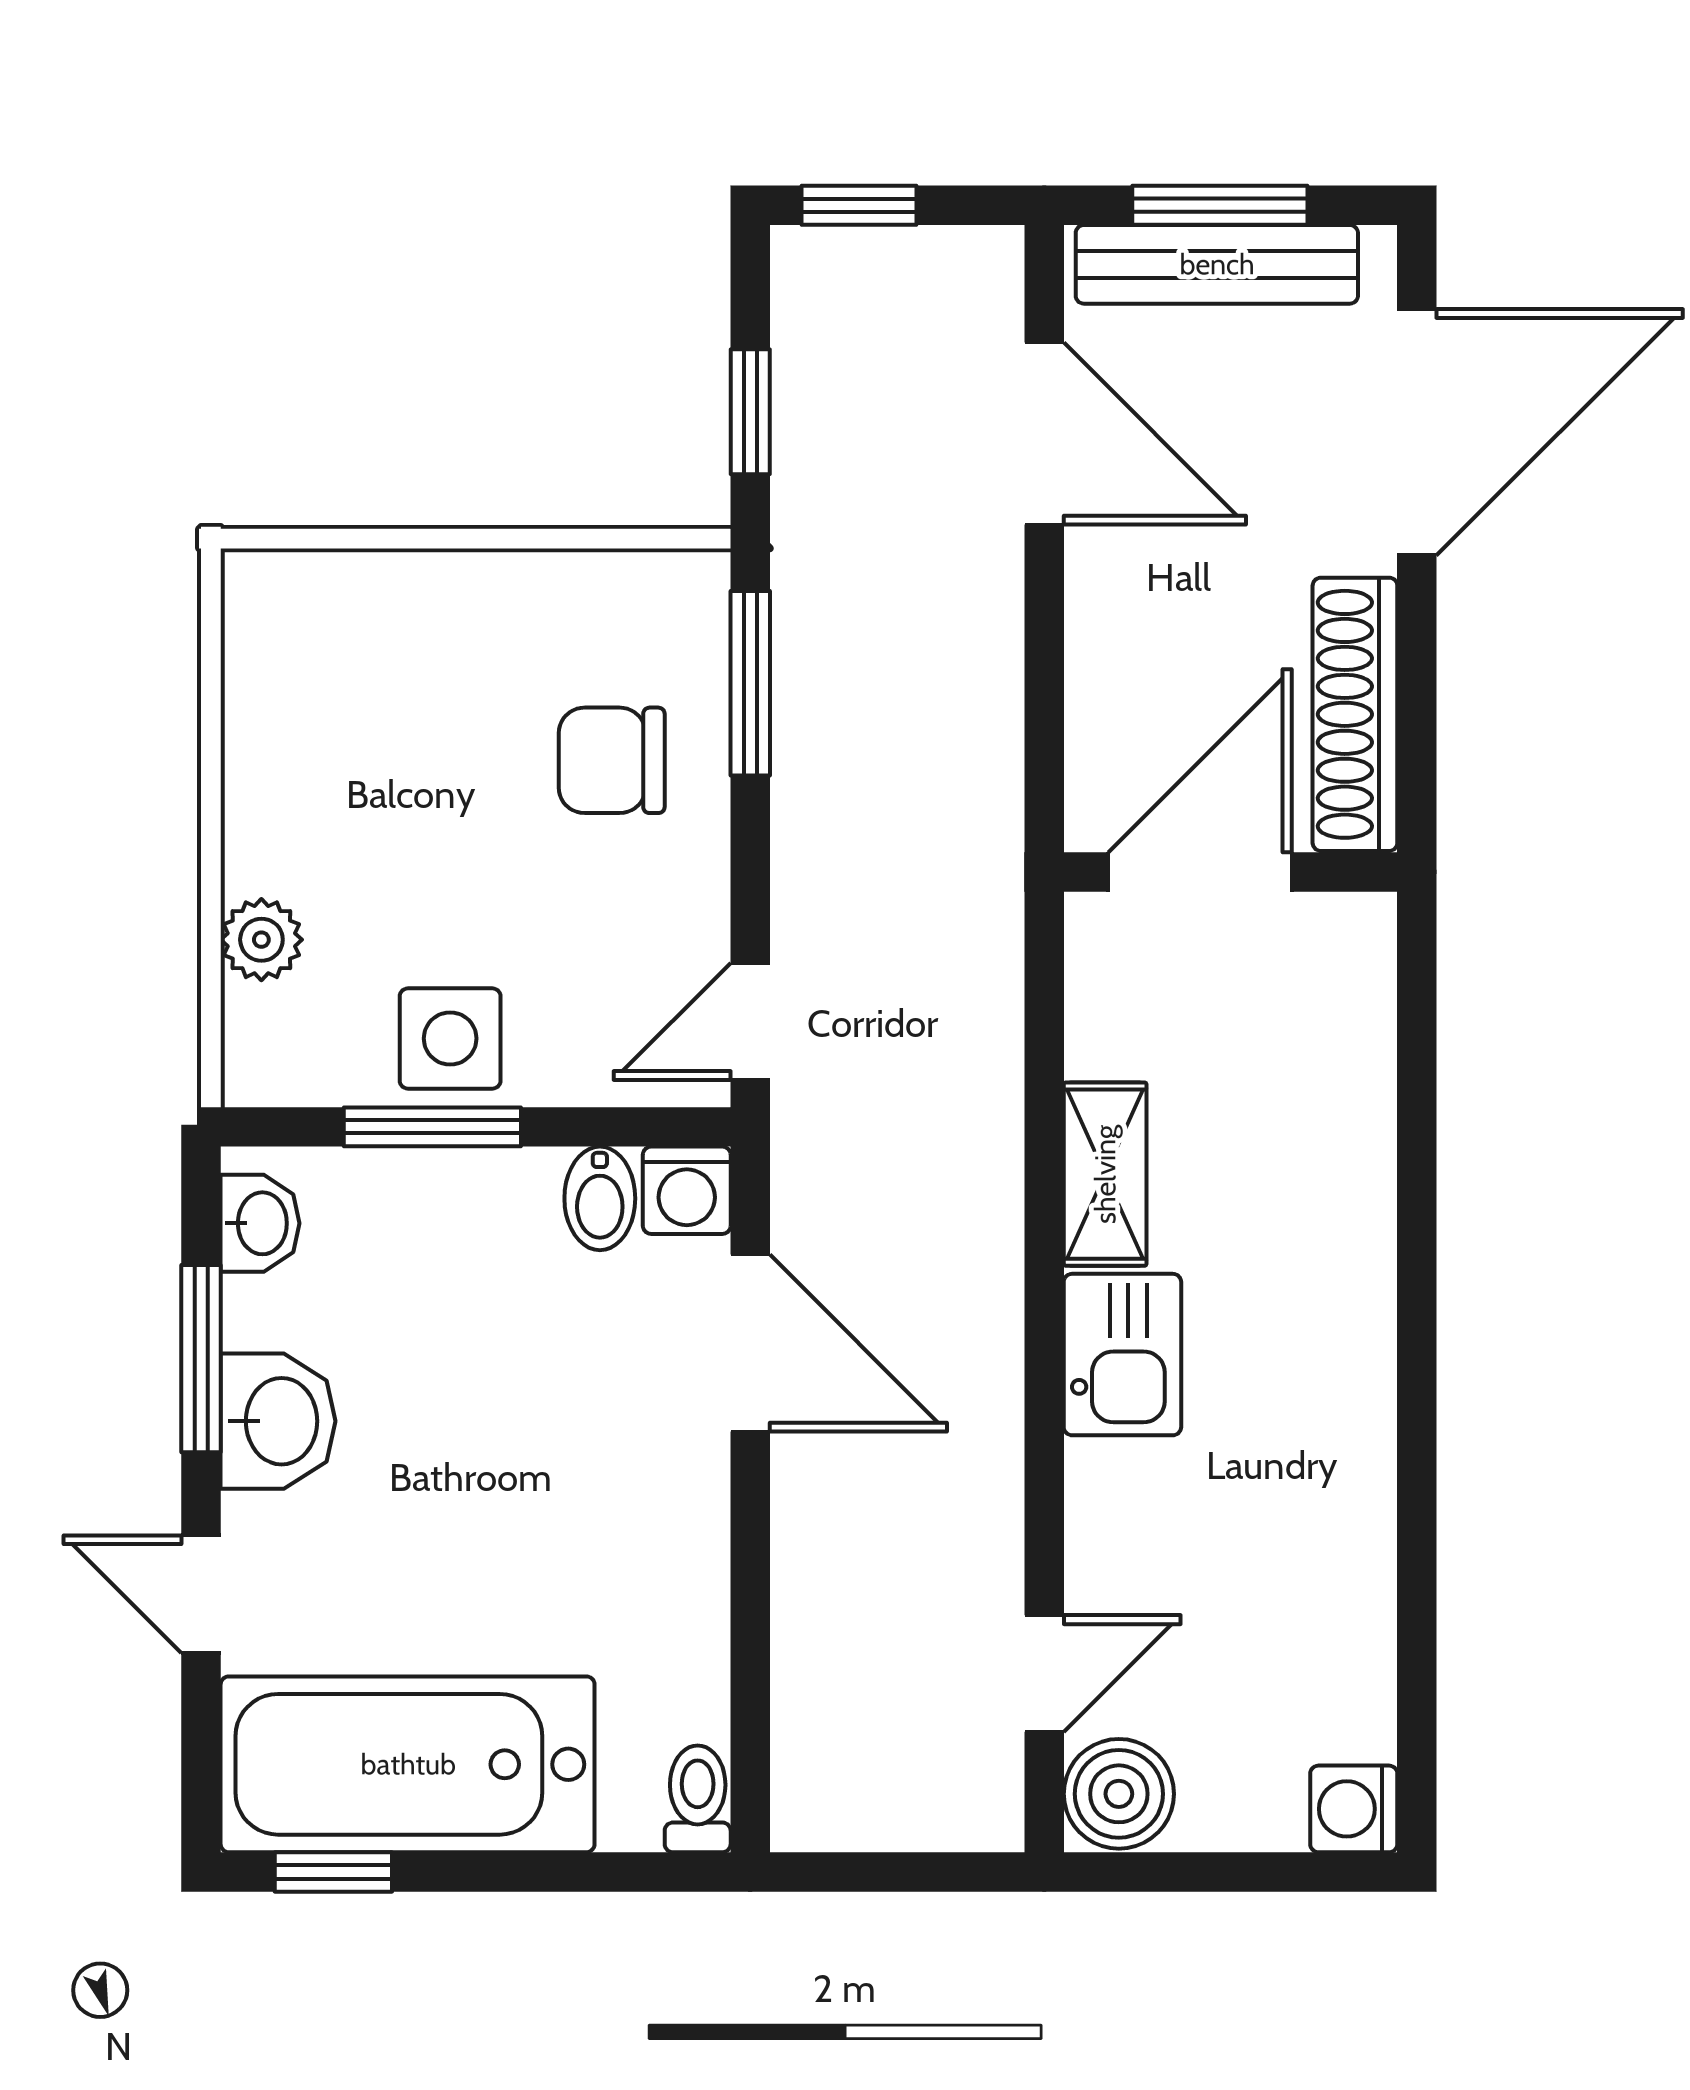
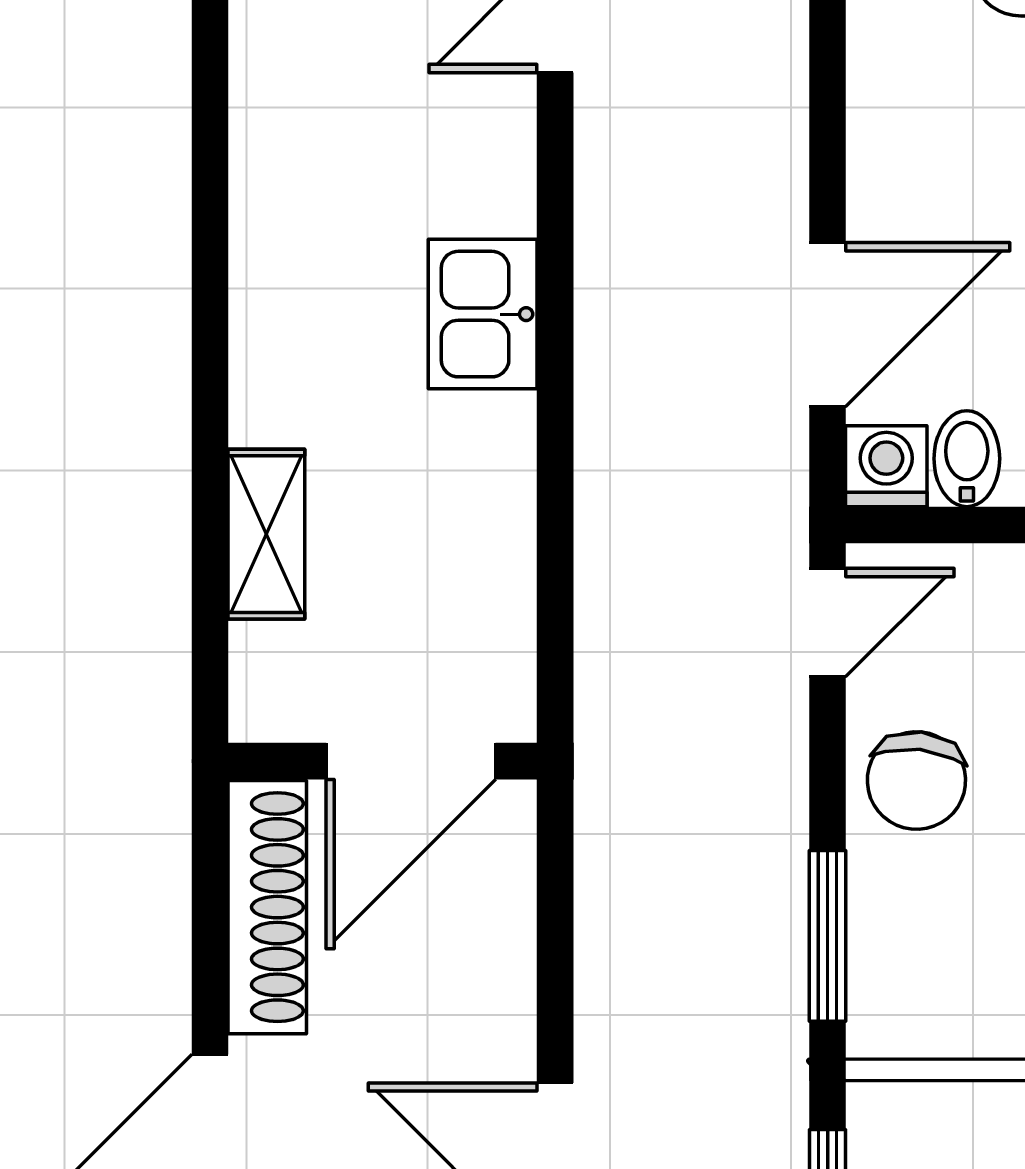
chair: (612, 760) -> (916, 781), moved, turned 96
shelving: (1105, 1174) -> (266, 534), moved
door: (750, 1343) -> (828, 325), swing flipped

